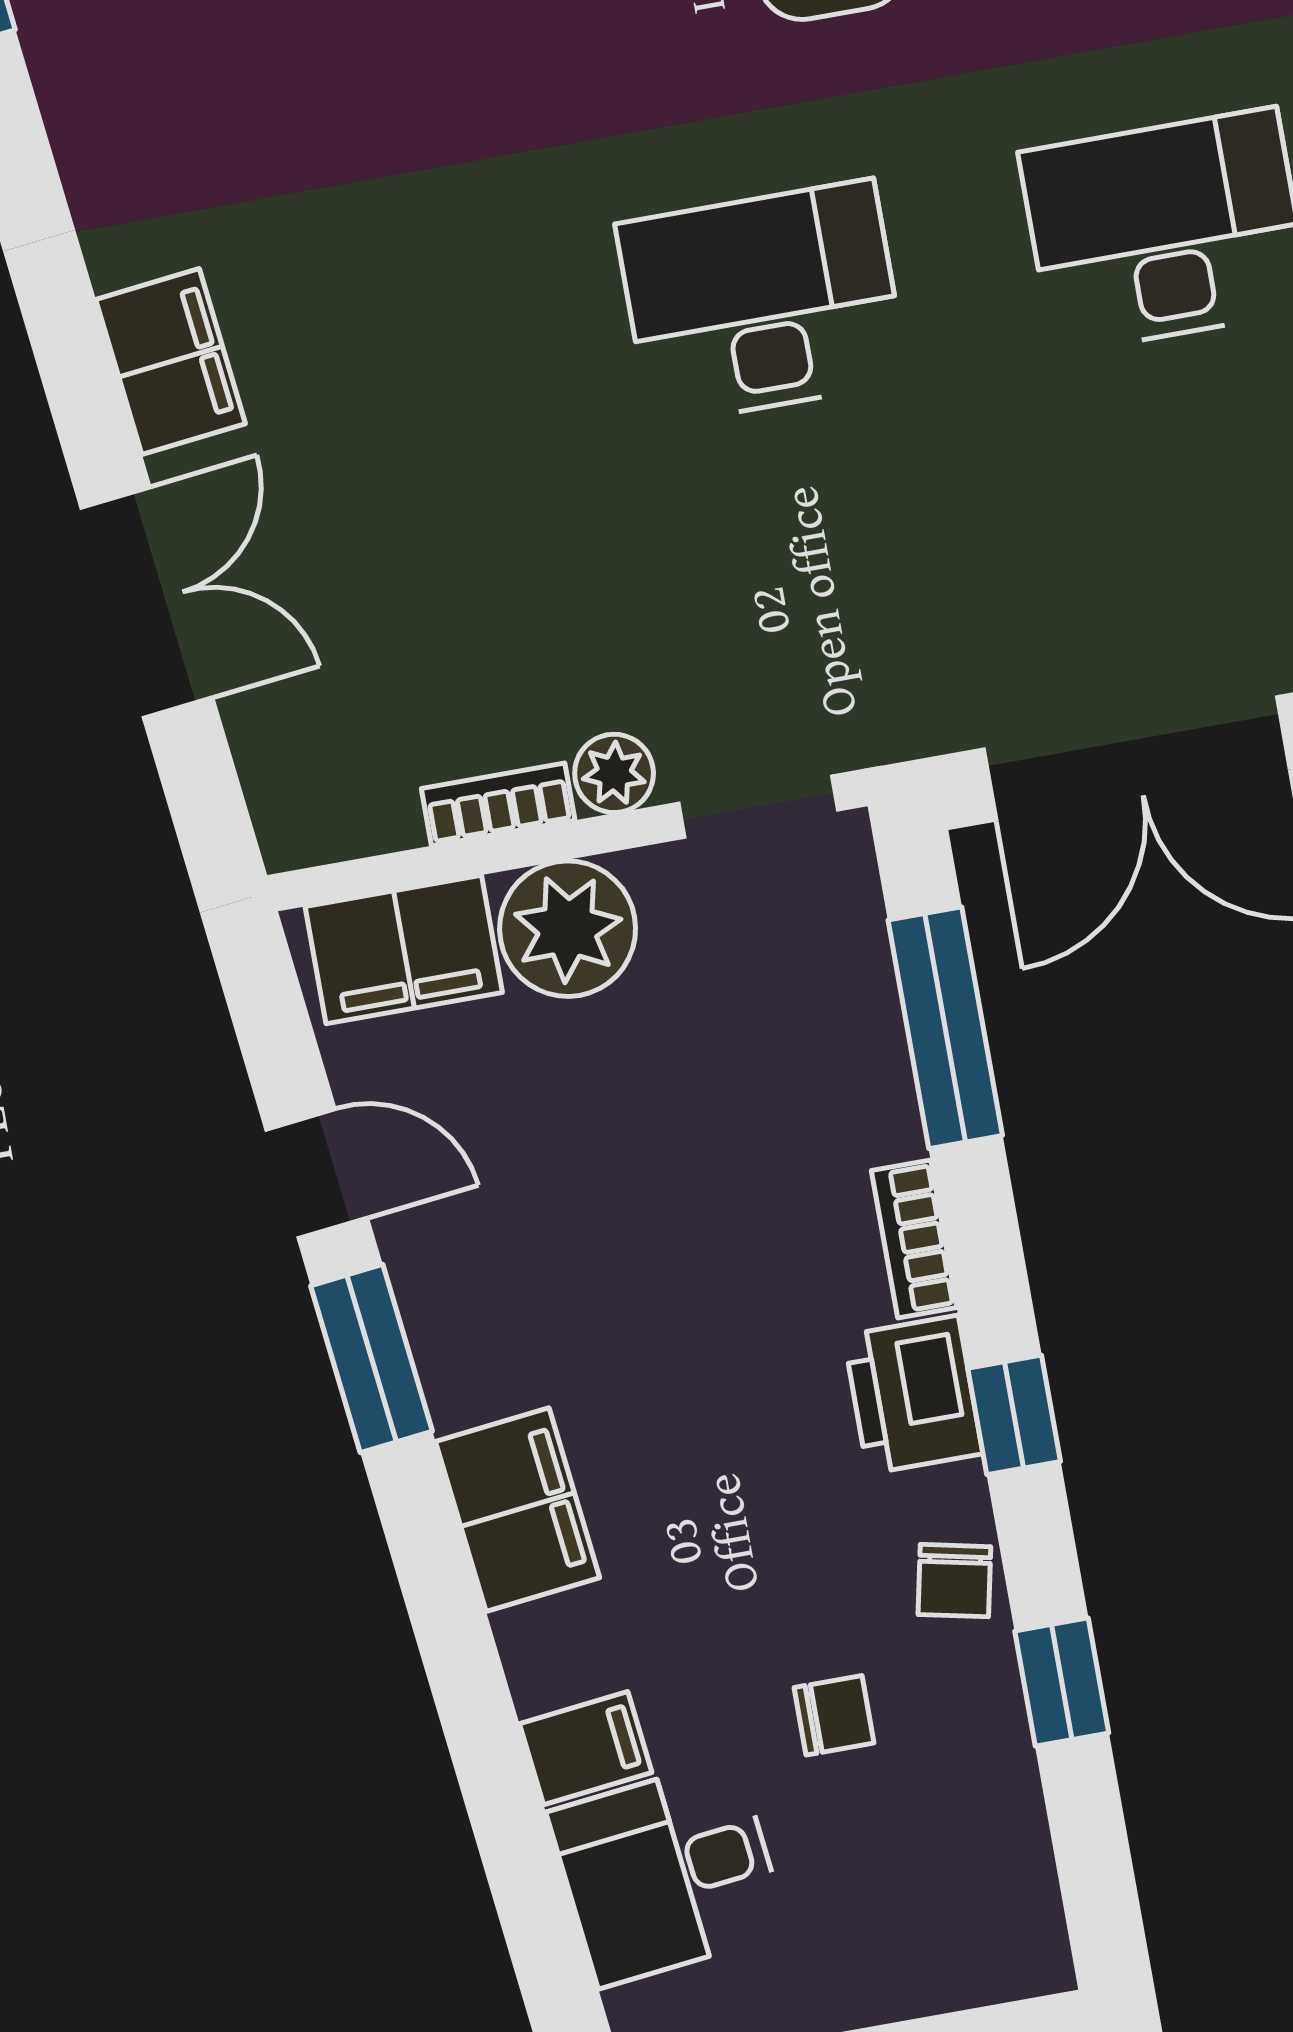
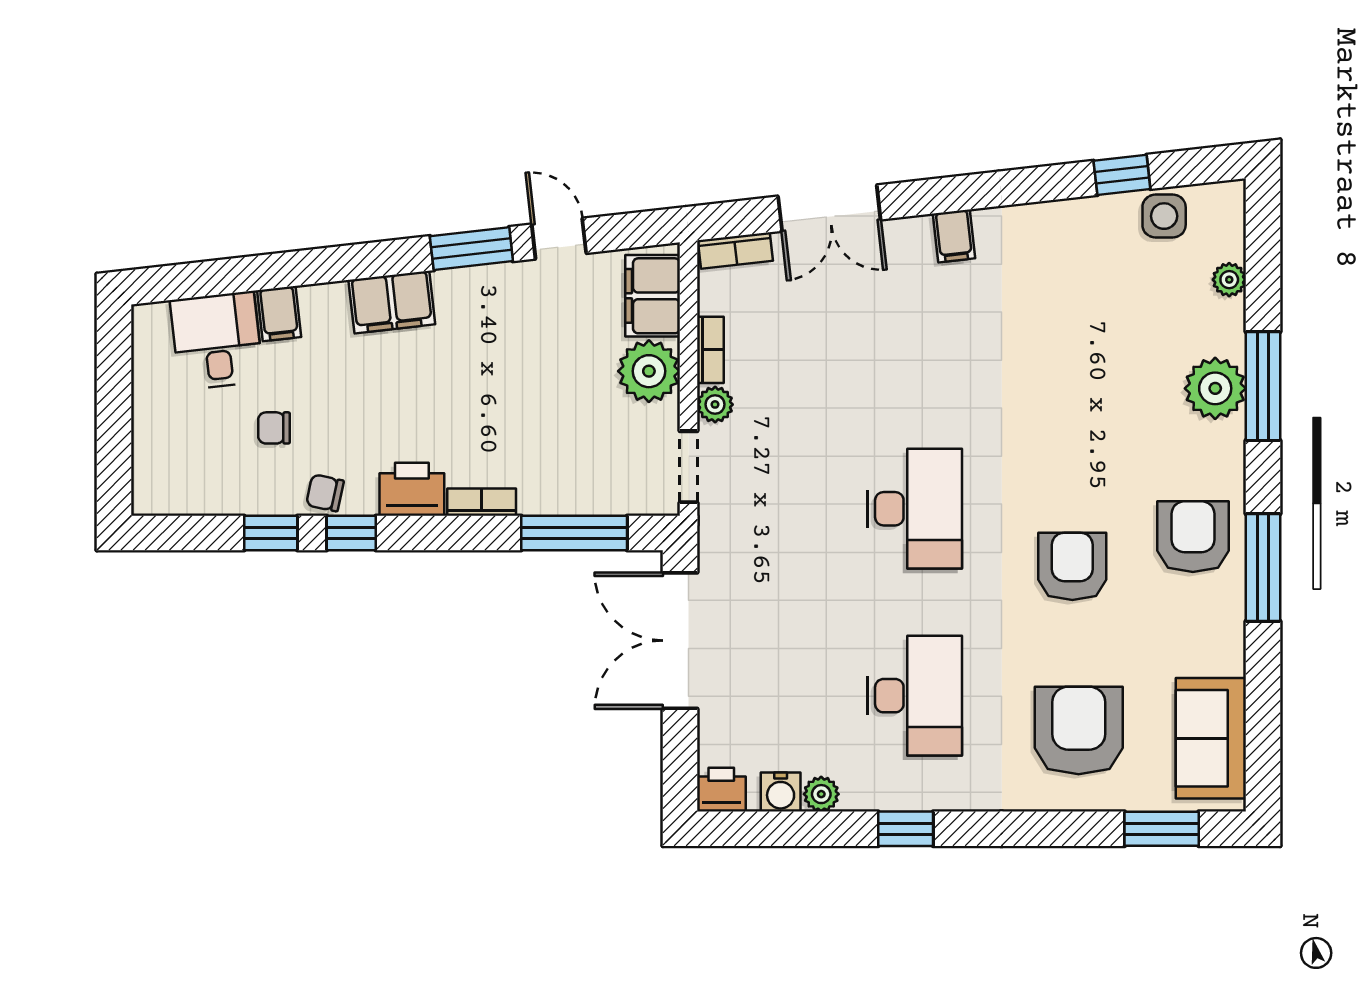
filing cabinet: (171, 362) -> (954, 236), width x0.50
bookcase: (274, 788) -> (735, 250), added
door: (317, 1174) -> (559, 239), swing flipped
window: (1014, 1415) -> (351, 533), moved
chair: (834, 1715) -> (274, 428), turned 90

